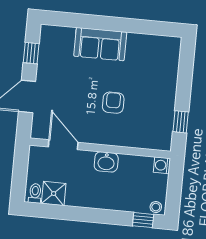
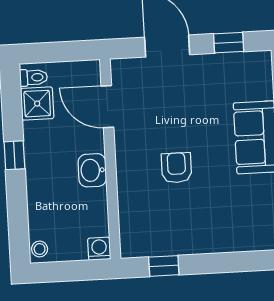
armchair: (113, 103) -> (177, 168), turned -90
door: (63, 145) -> (107, 107), swing flipped
window: (143, 220) -> (14, 155), moved

